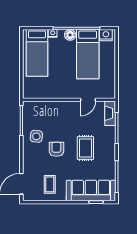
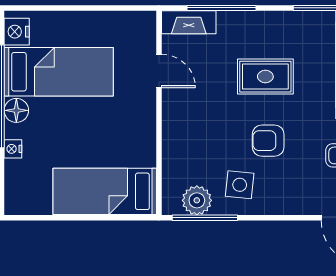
bed: (37, 53) -> (105, 191), moved, turned 180
plant: (29, 117) -> (197, 200), added

